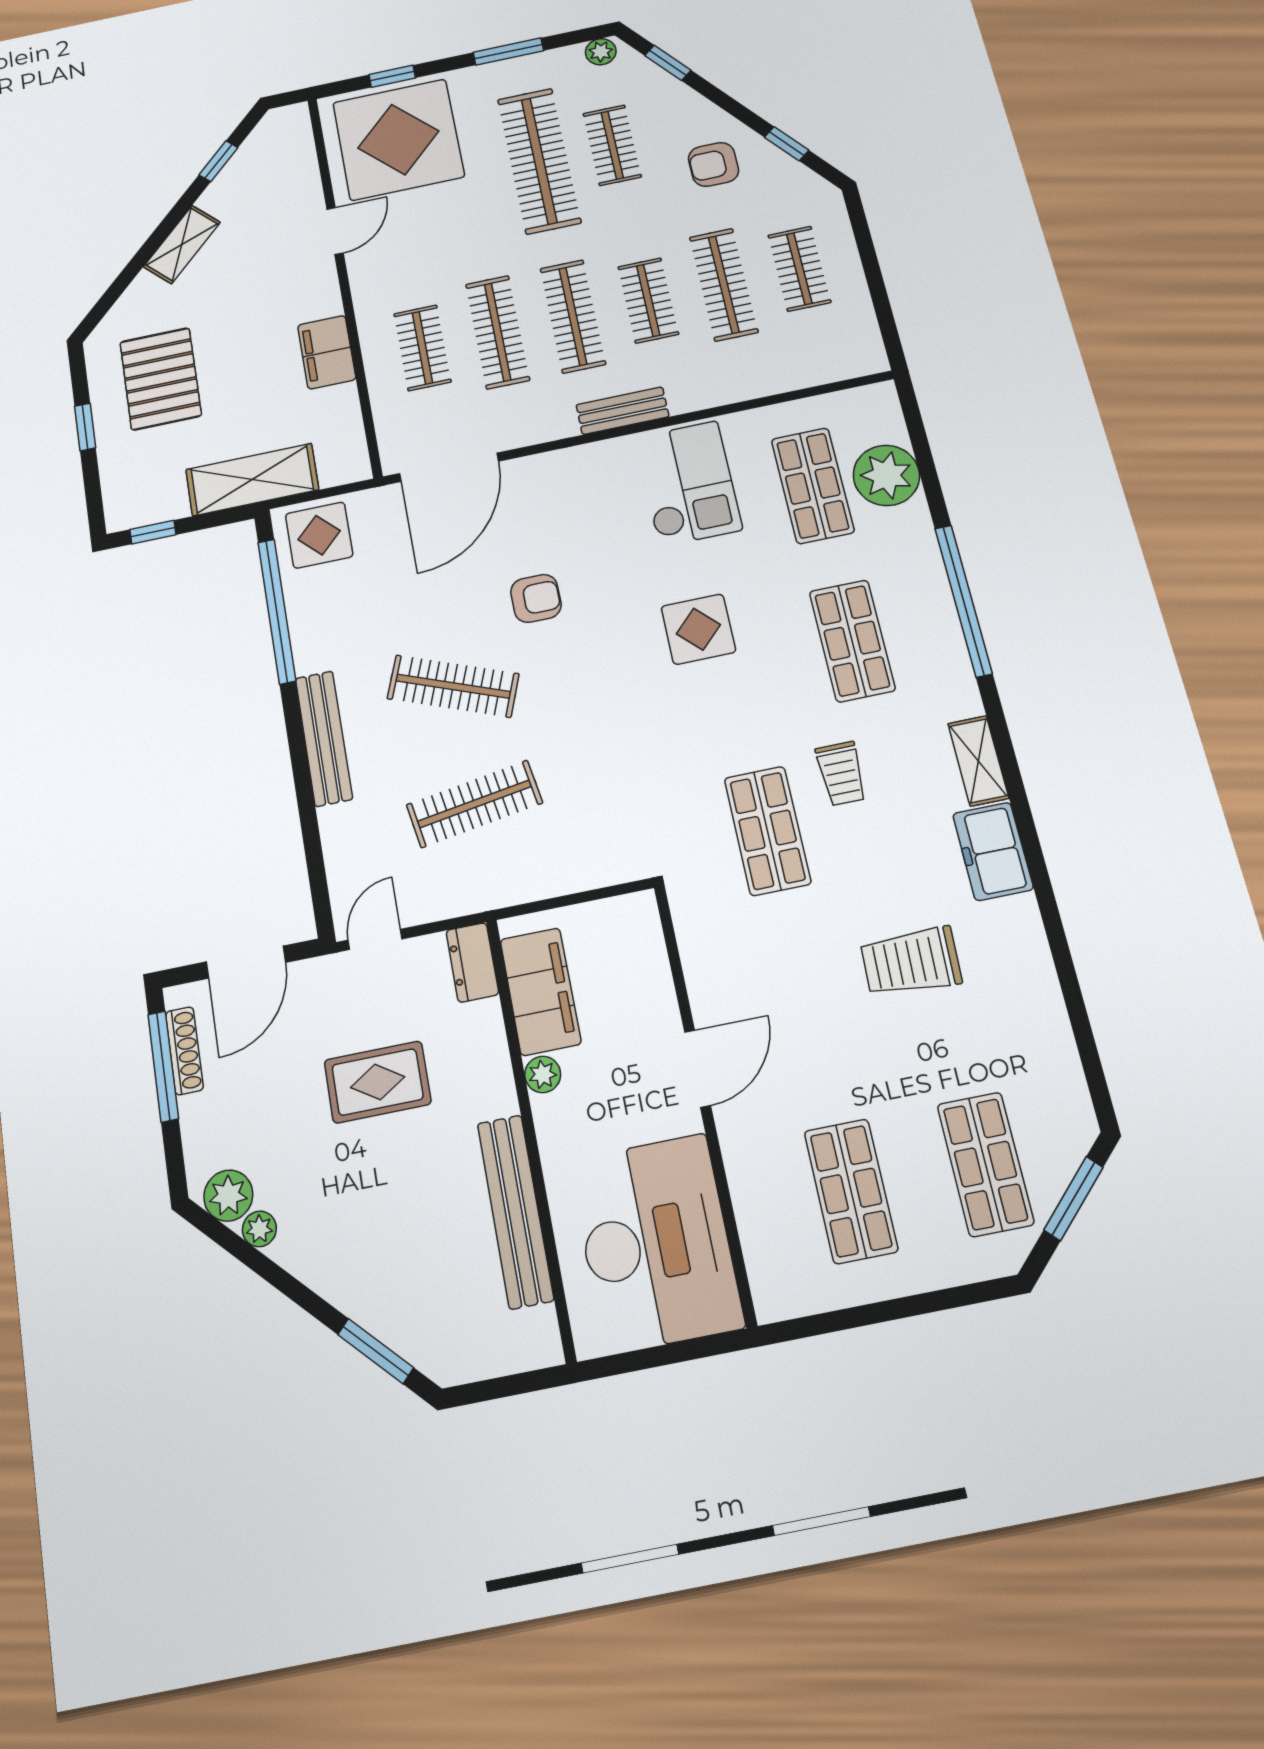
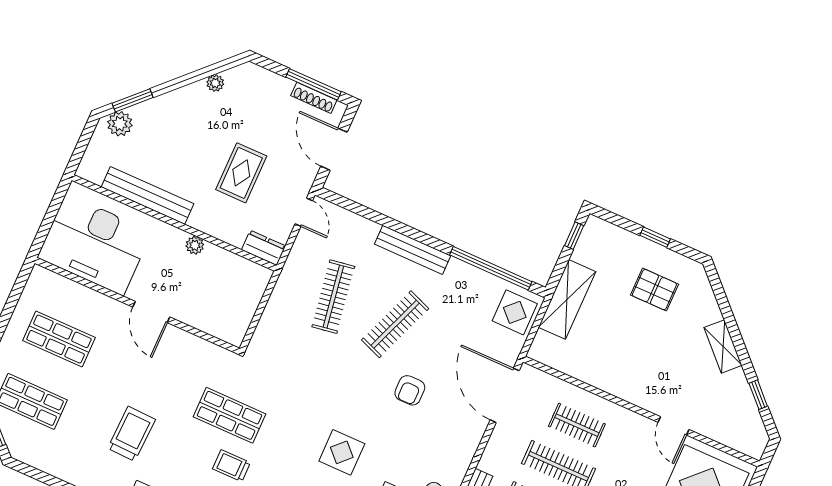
filing cabinet: (327, 352) -> (609, 378), removed
pallet: (161, 379) -> (654, 290), width x0.67, depth x0.71
filing cabinet: (540, 991) -> (230, 269), removed
plant: (228, 1196) -> (120, 124), moved

